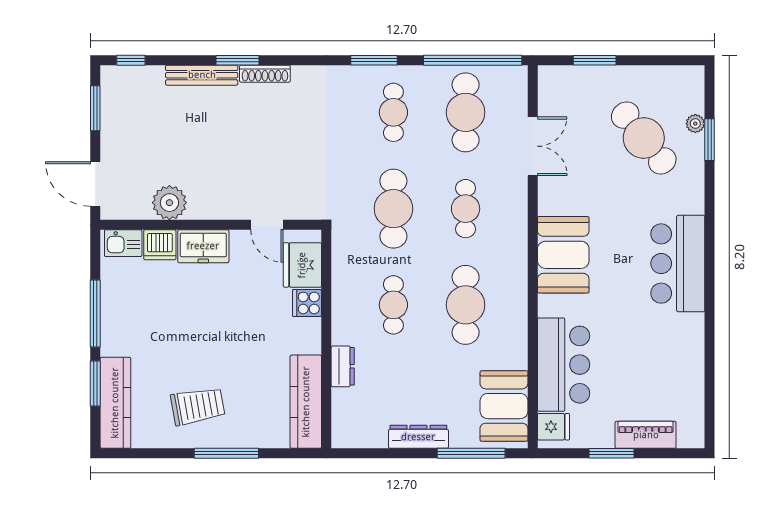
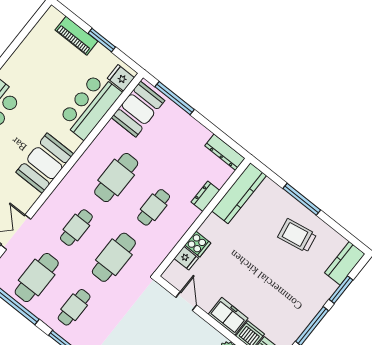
fridge: (302, 265) -> (186, 258), width x0.53, depth x0.75
kitchen counter: (115, 403) -> (345, 263), width x0.67
dresser: (418, 437) -> (225, 152), moved

